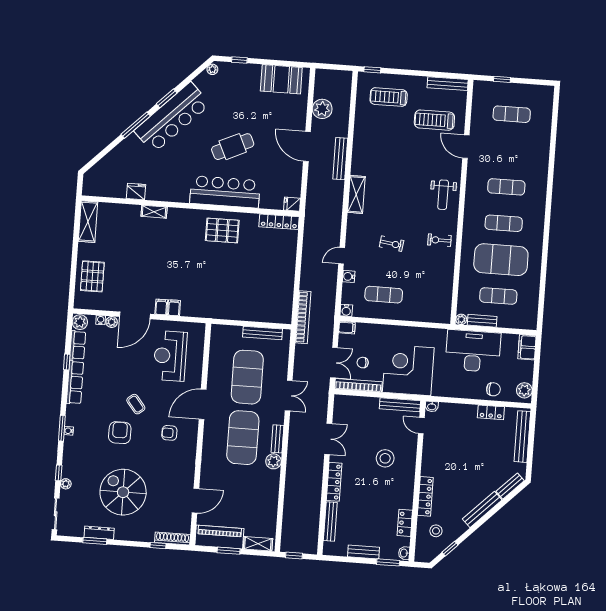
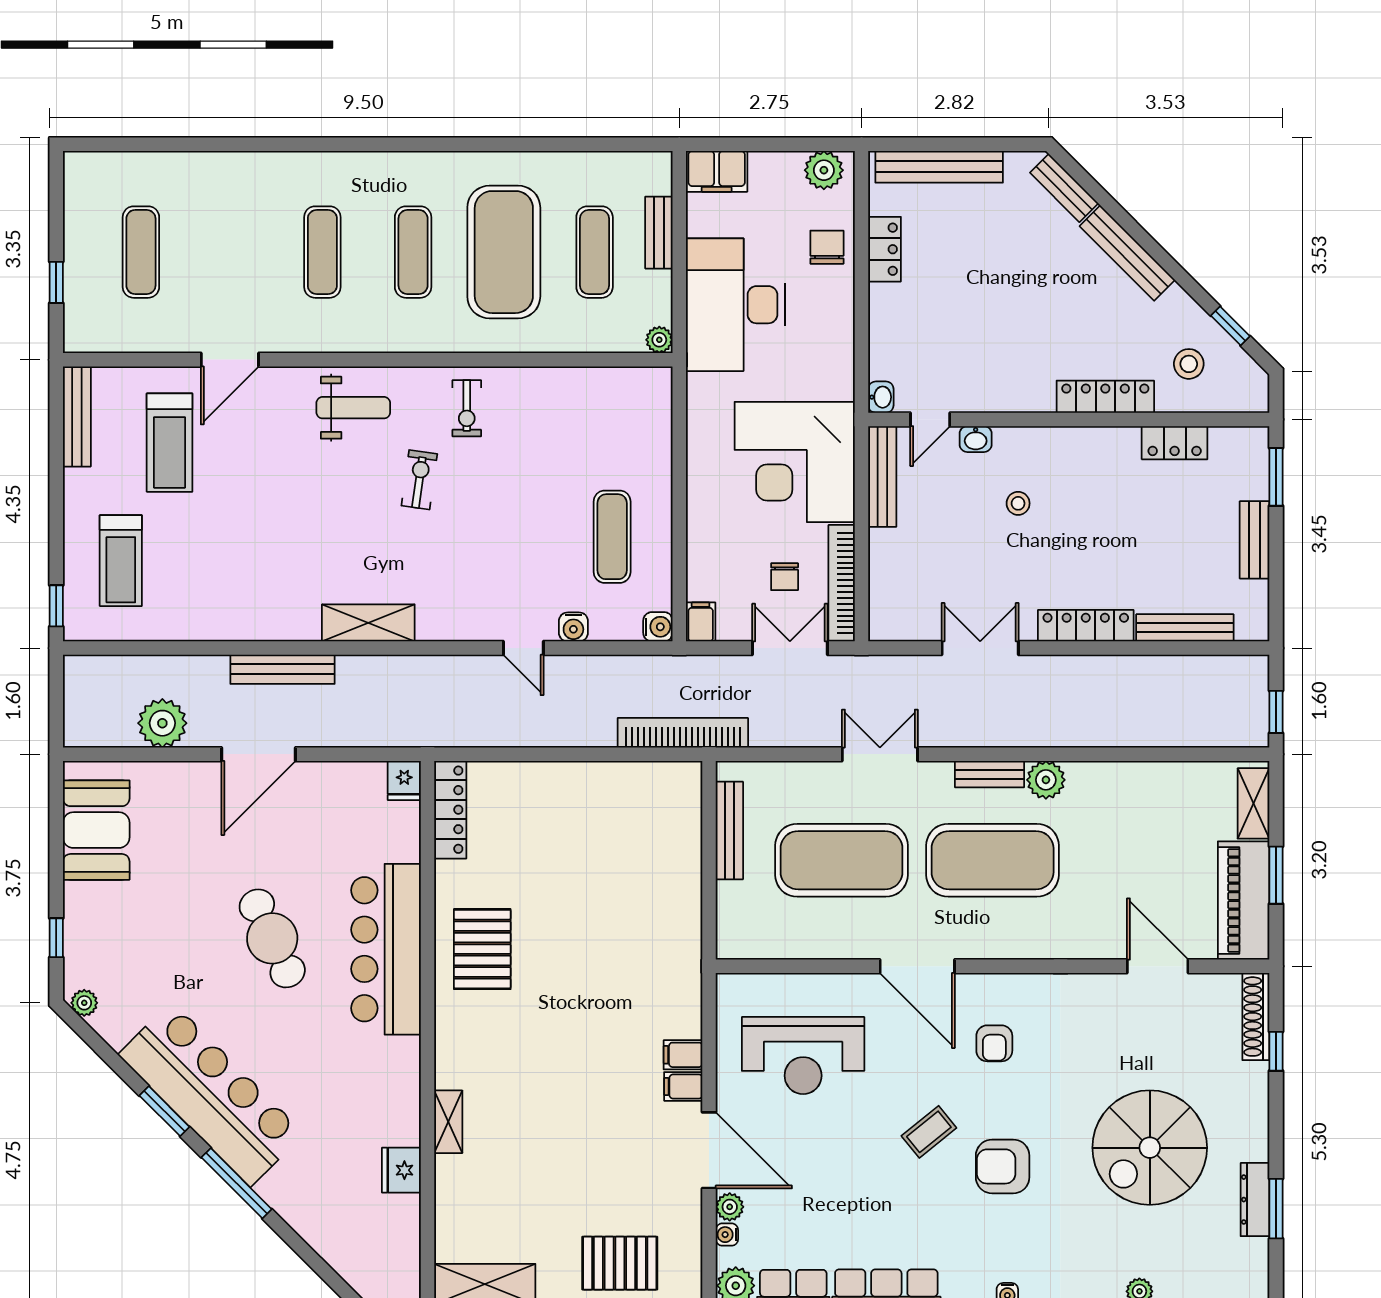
exercise bike: (392, 244) -> (419, 480), moved
bench: (482, 321) -> (659, 233), moved
stool: (385, 458) -> (1018, 503), width x0.53, depth x0.53
washbasin: (404, 553) -> (976, 439), moved

